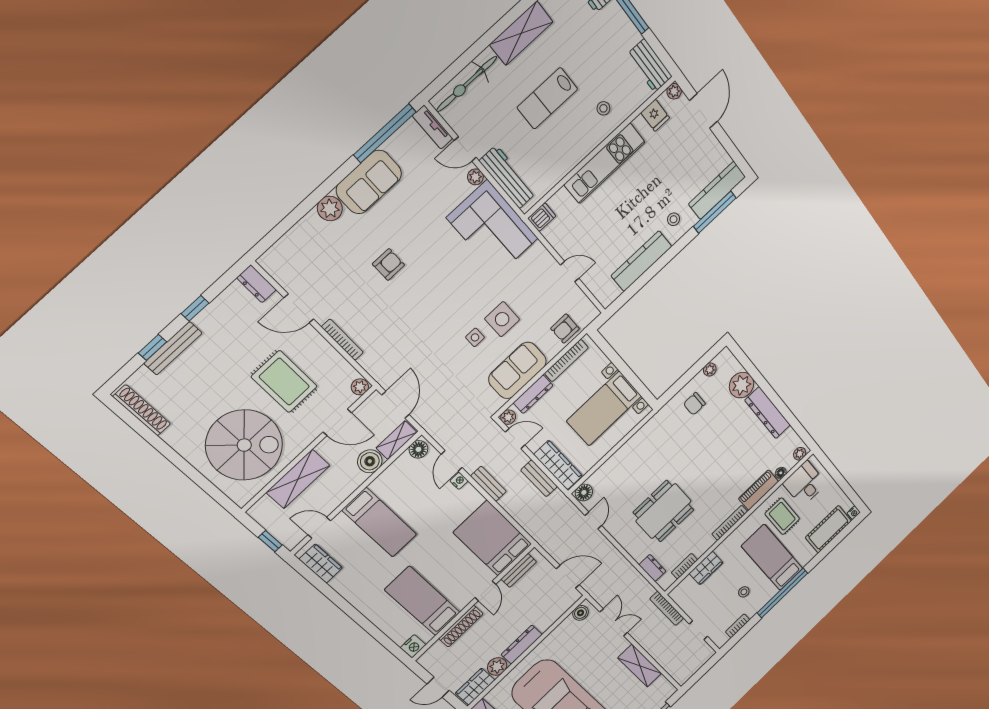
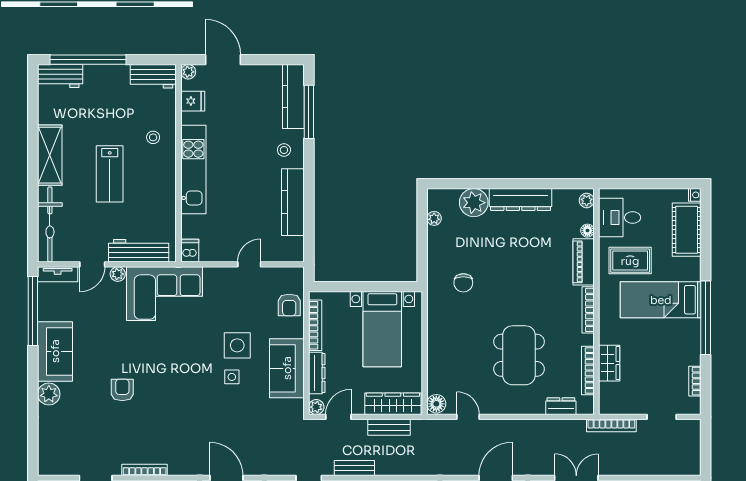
chair: (694, 404) -> (463, 283), moved
bookcase: (684, 566) -> (588, 371), width x1.56
stool: (744, 592) -> (667, 350), removed

